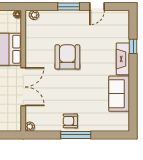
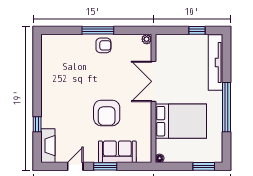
plant: (34, 15) -> (142, 158), removed
fireplace: (123, 59) -> (48, 146), moved
sofa: (119, 94) -> (117, 152), moved, turned -90

